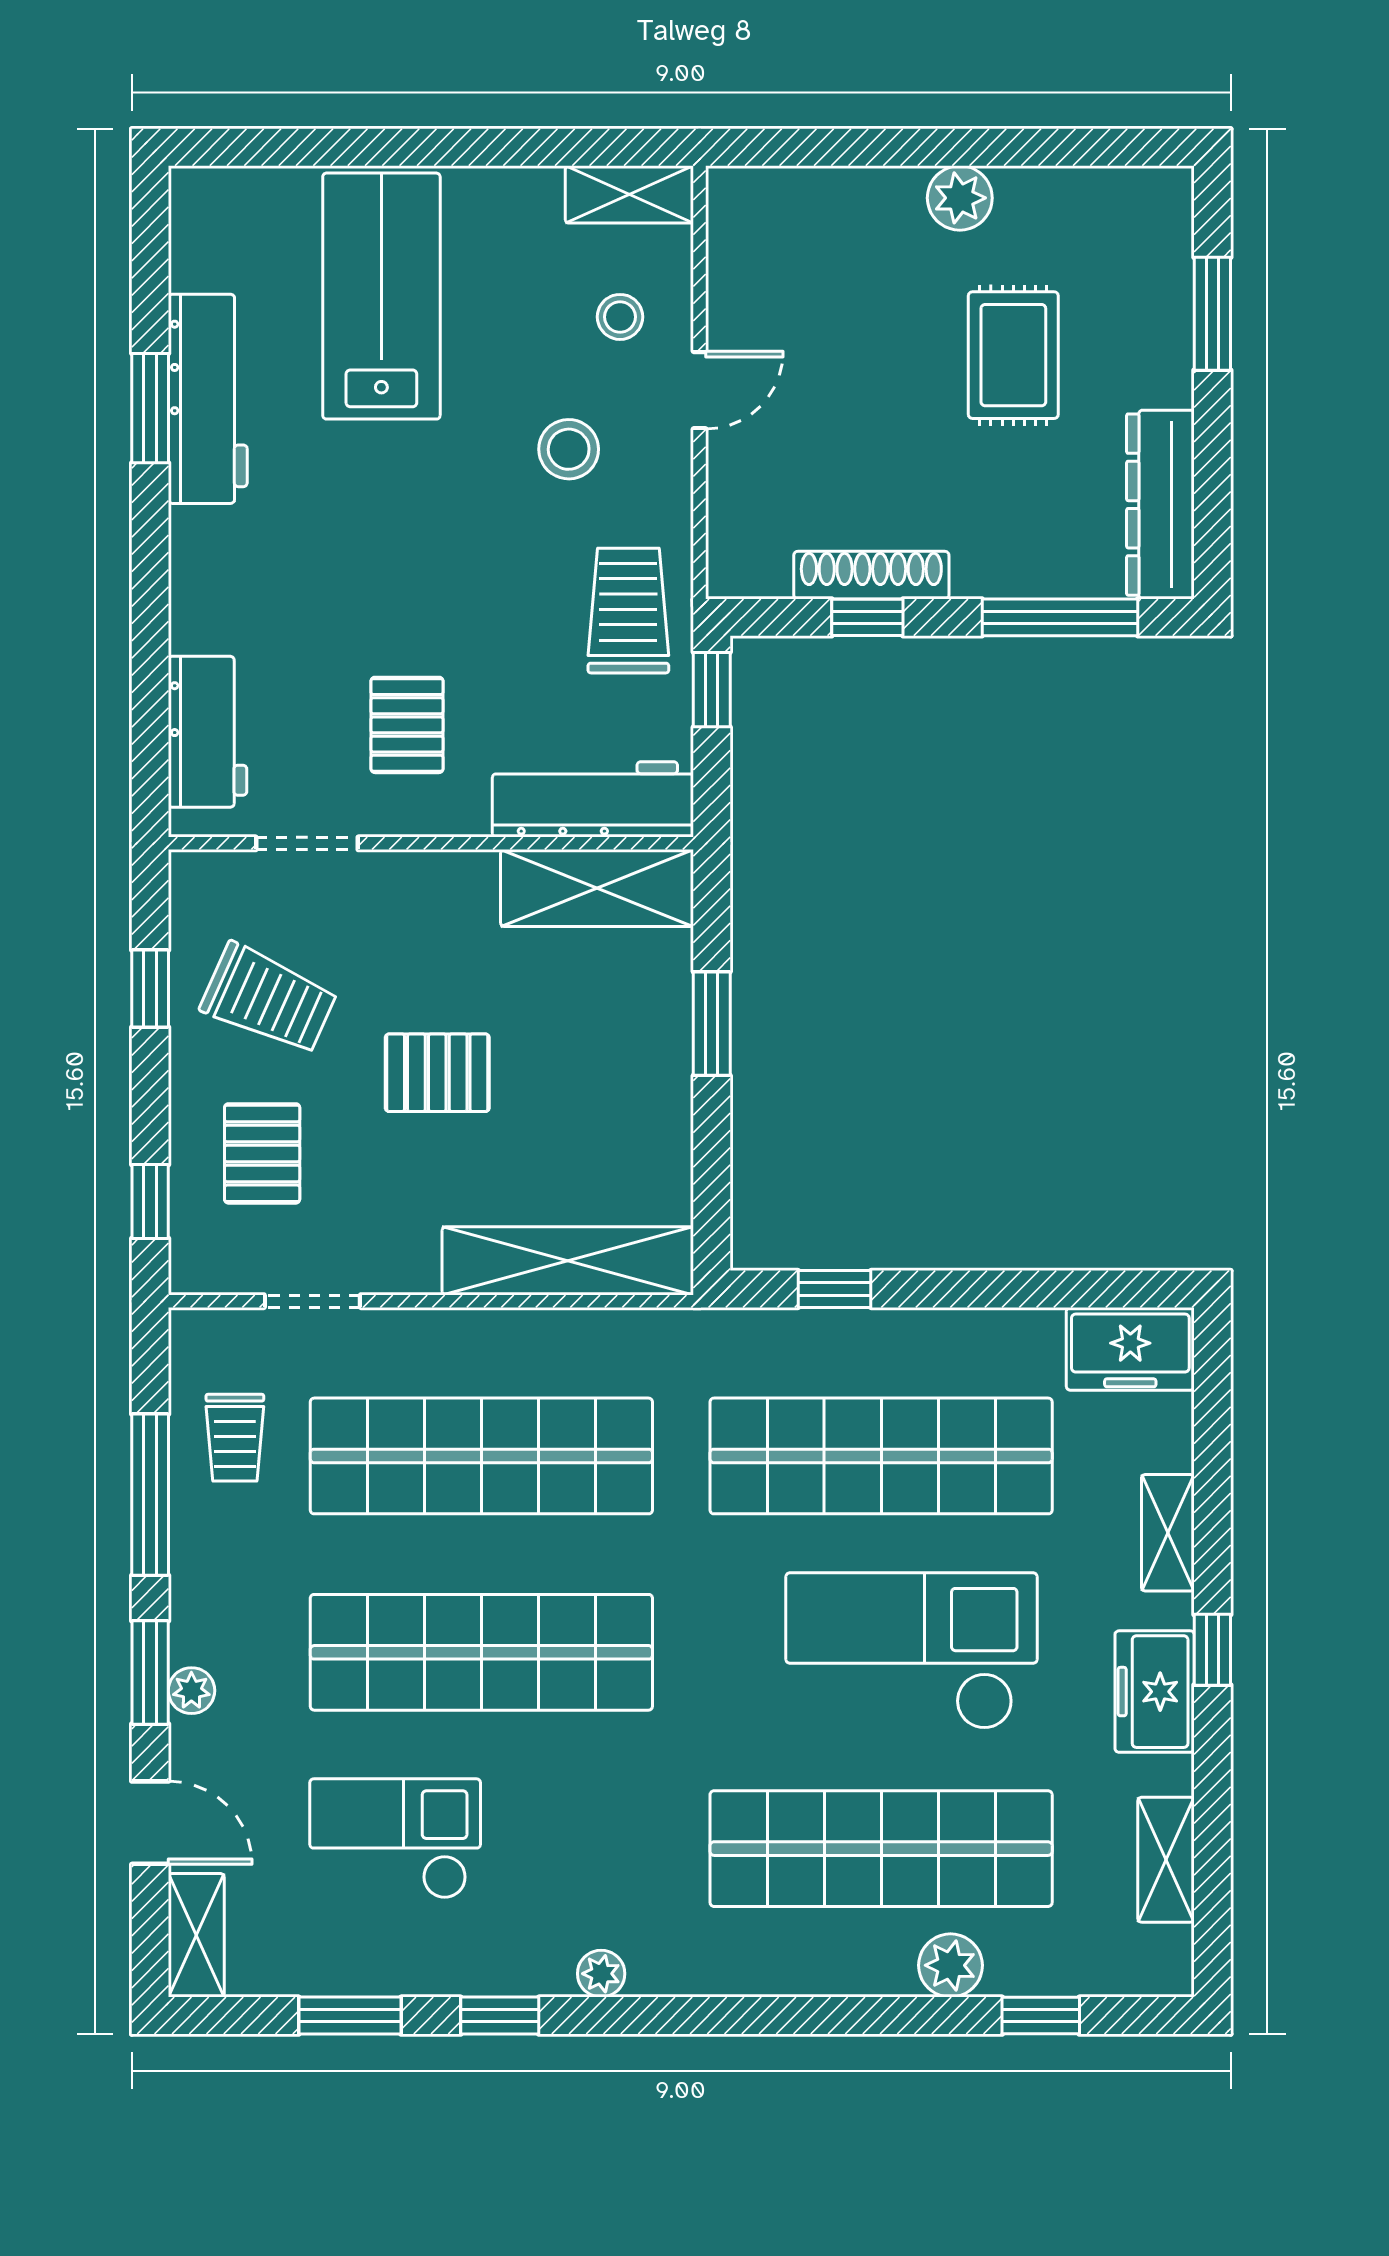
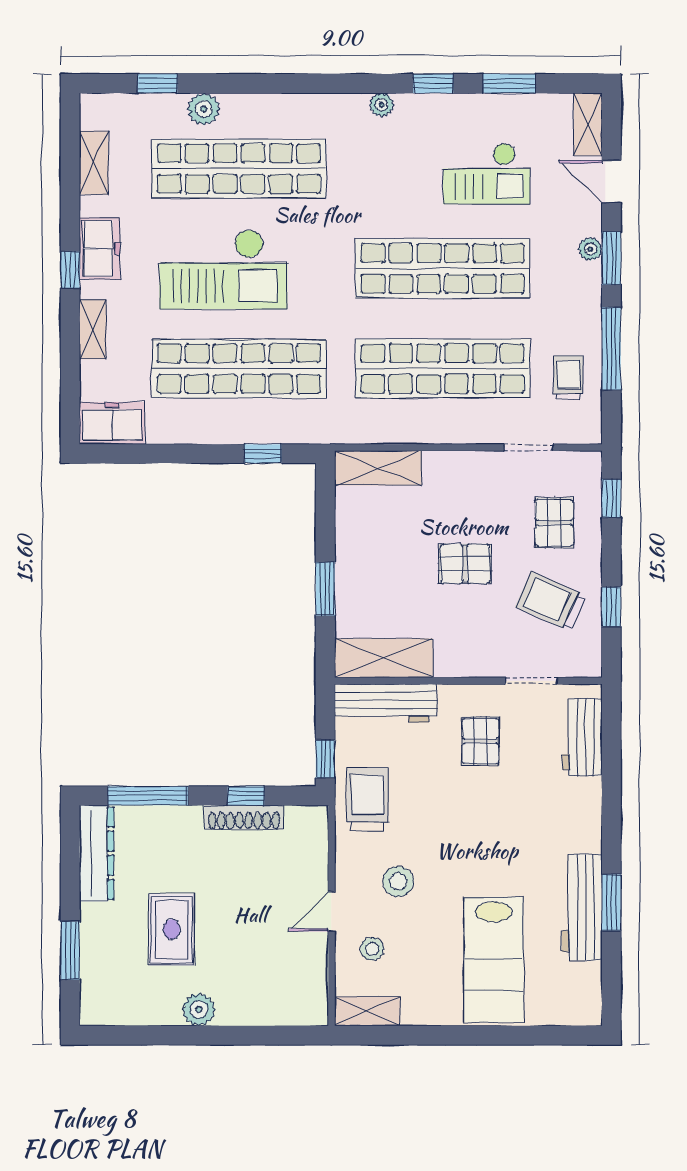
trolley: (628, 611) -> (368, 799), turned 180
shelving: (568, 1261) -> (378, 468), width x0.68

